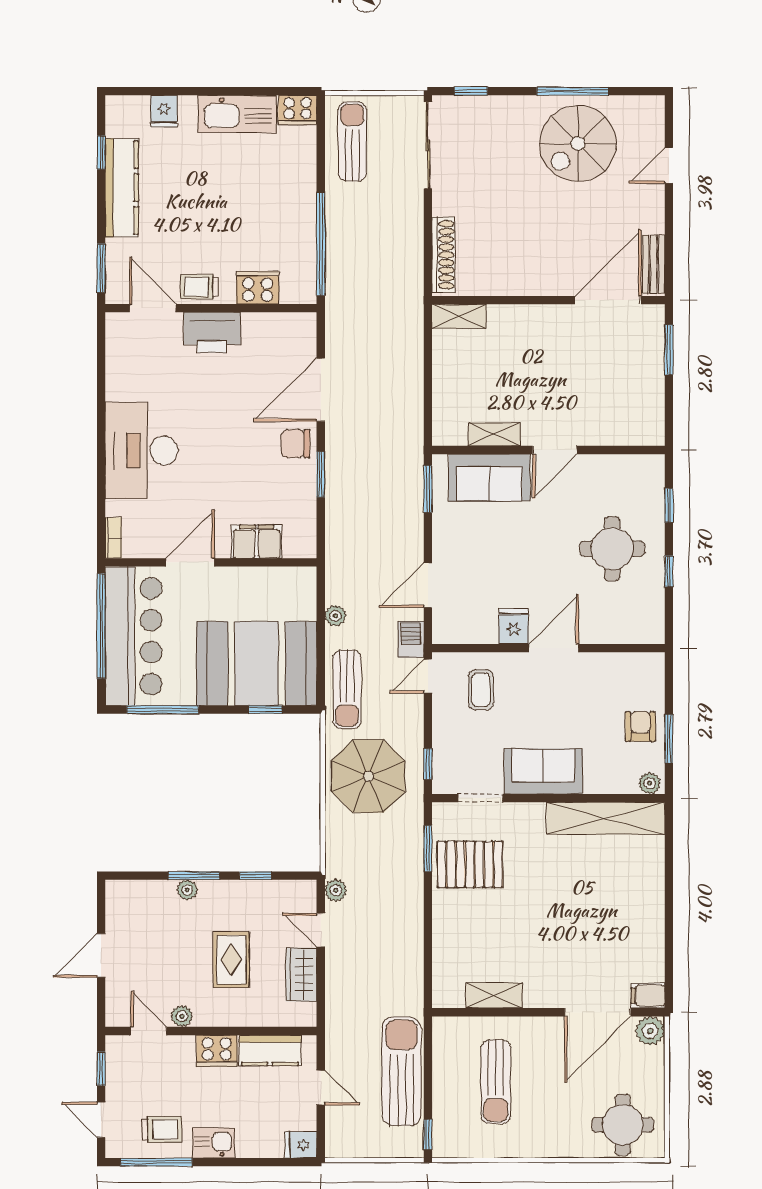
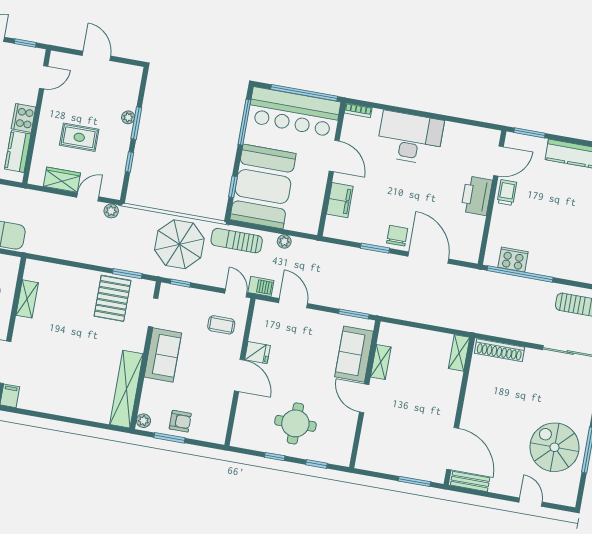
cooker: (258, 288) -> (513, 259), moved, turned -90
plant: (182, 1016) -> (49, 100), removed

